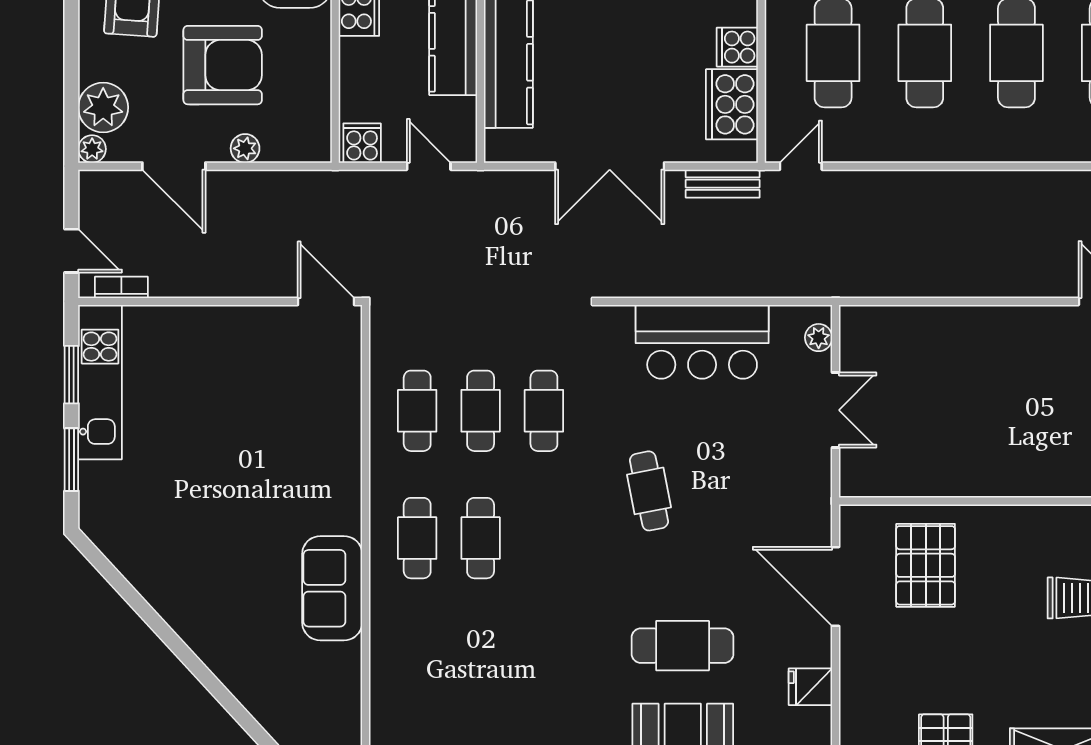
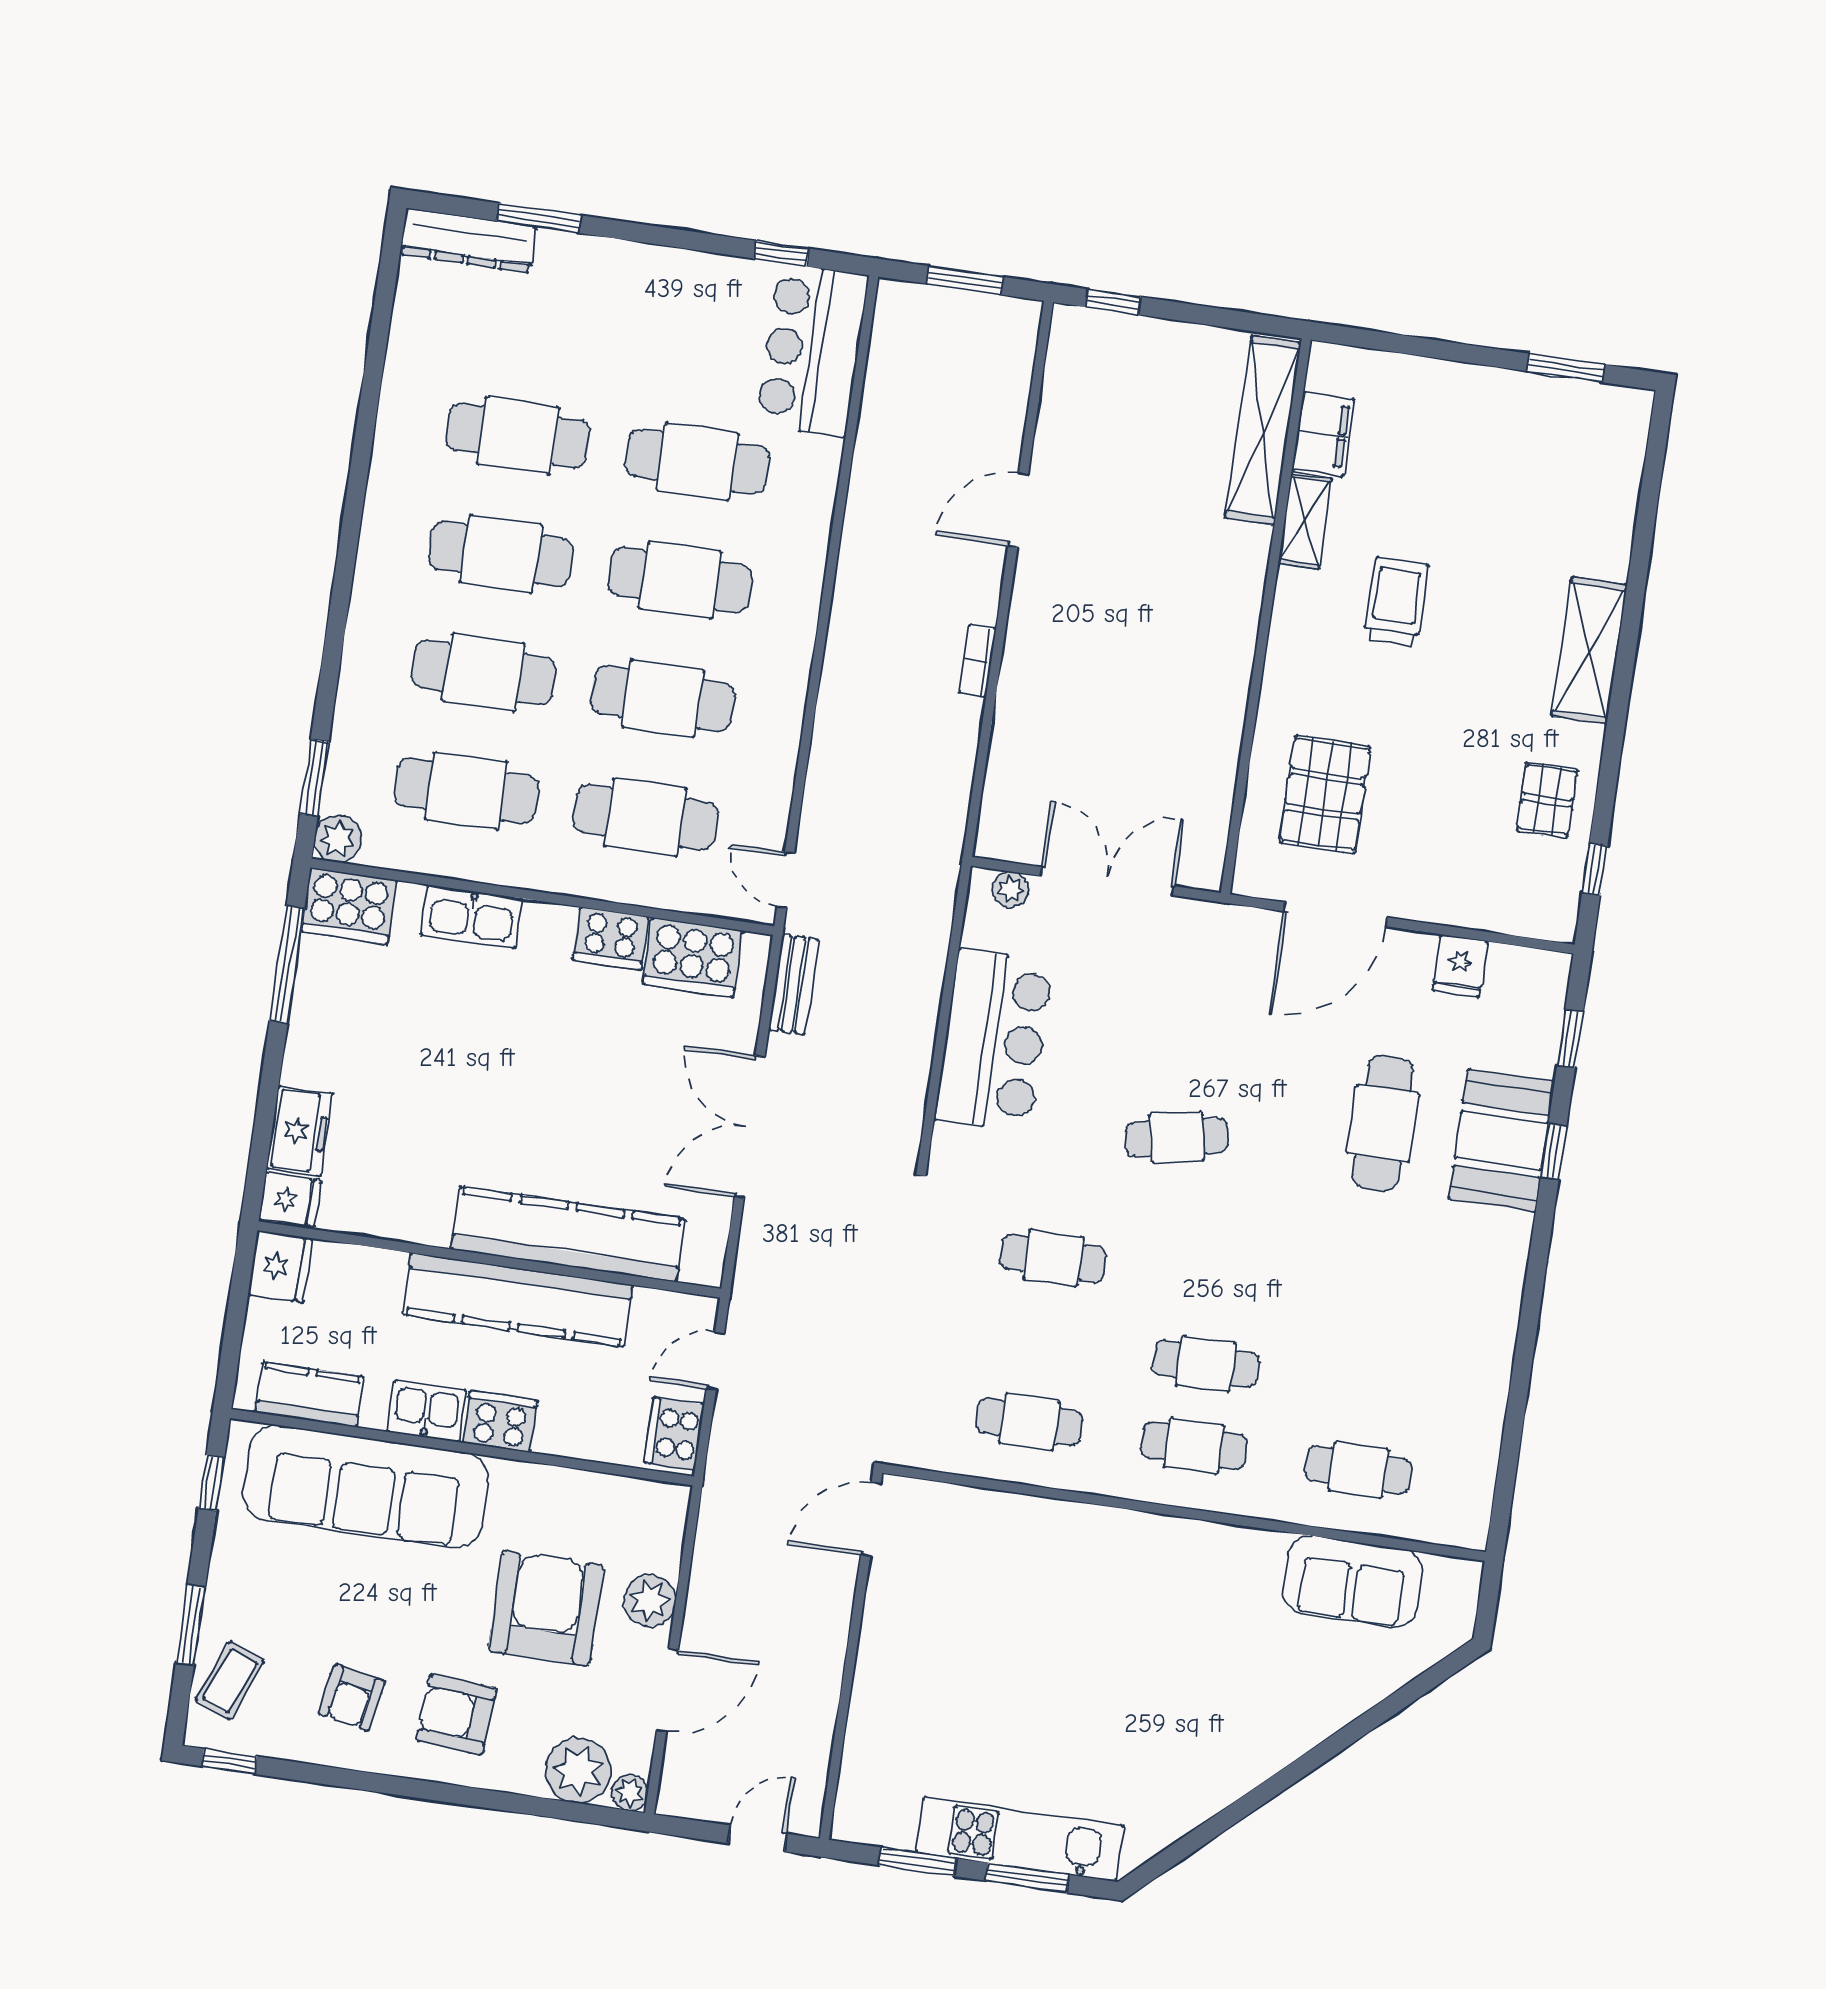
cooker: (737, 47) -> (611, 938), width x1.36
cooker: (362, 143) -> (674, 1434), width x1.36
plant: (245, 148) -> (650, 1601), width x1.38, depth x1.38
double door: (610, 166) -> (750, 1127), swing flipped
bookcase: (121, 287) -> (978, 661), moved
kitchen unit: (100, 382) -> (1019, 1839), moved
double door: (836, 410) -> (1107, 881), width x1.37
cafe table: (481, 411) -> (1358, 1470), moved
pallet: (926, 565) -> (1325, 794), turned 90
sofa: (332, 588) -> (1352, 1581), moved

